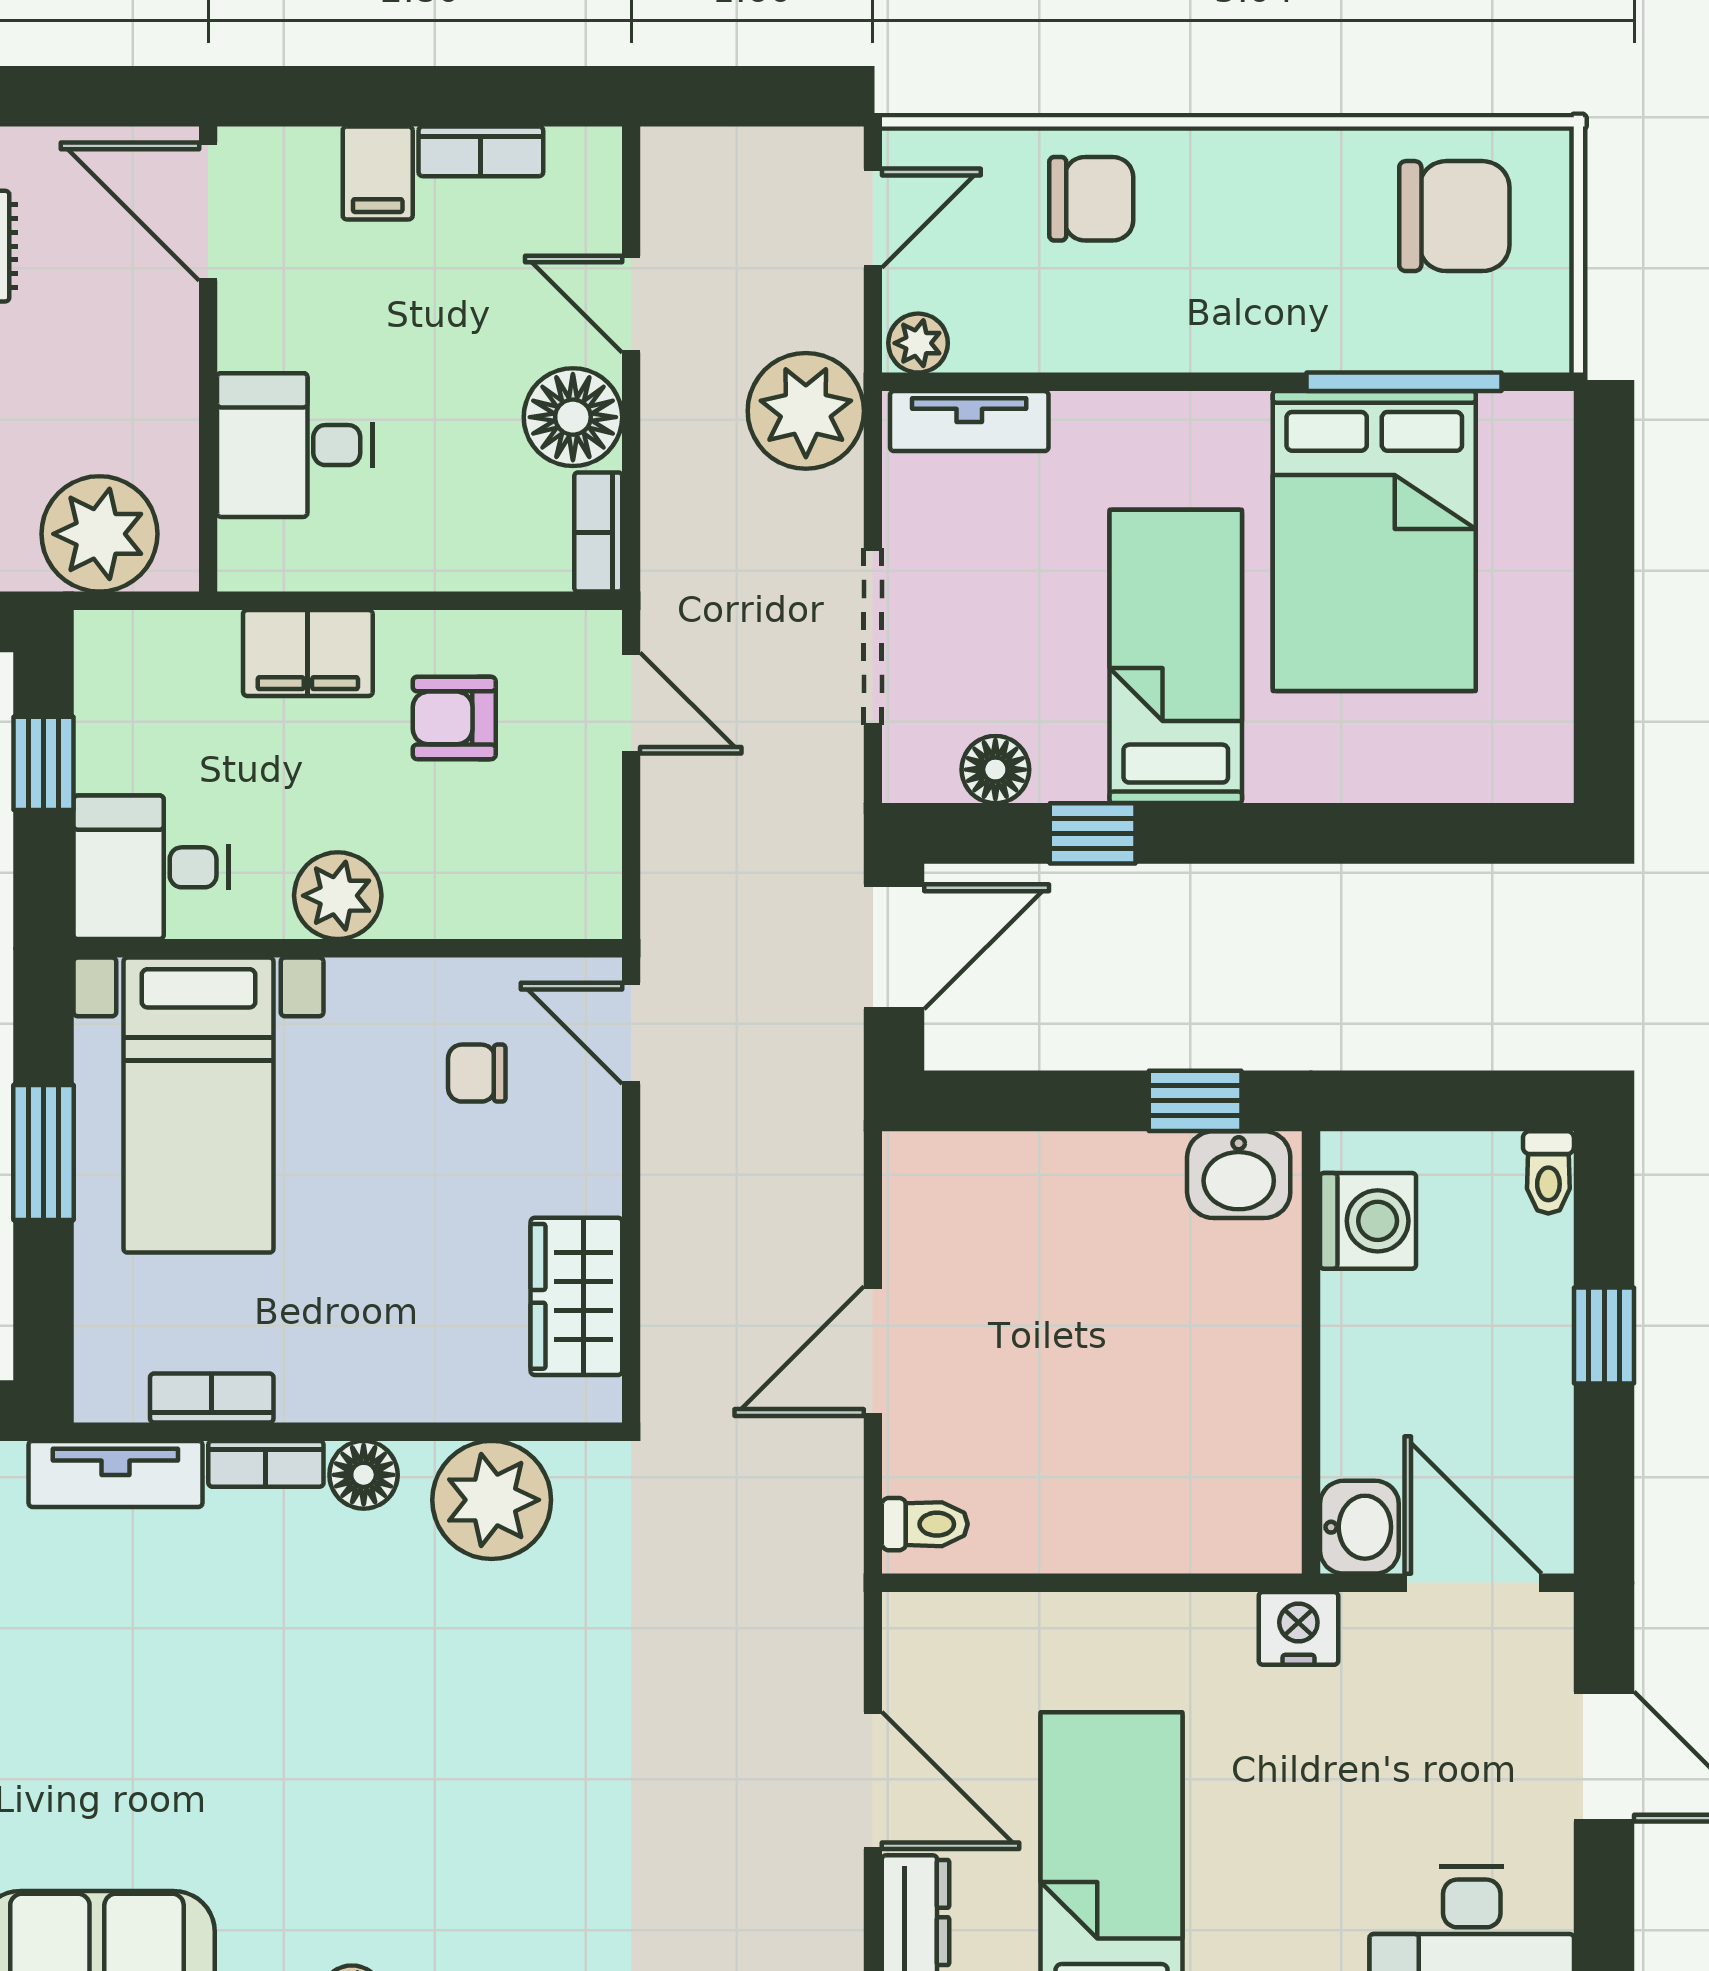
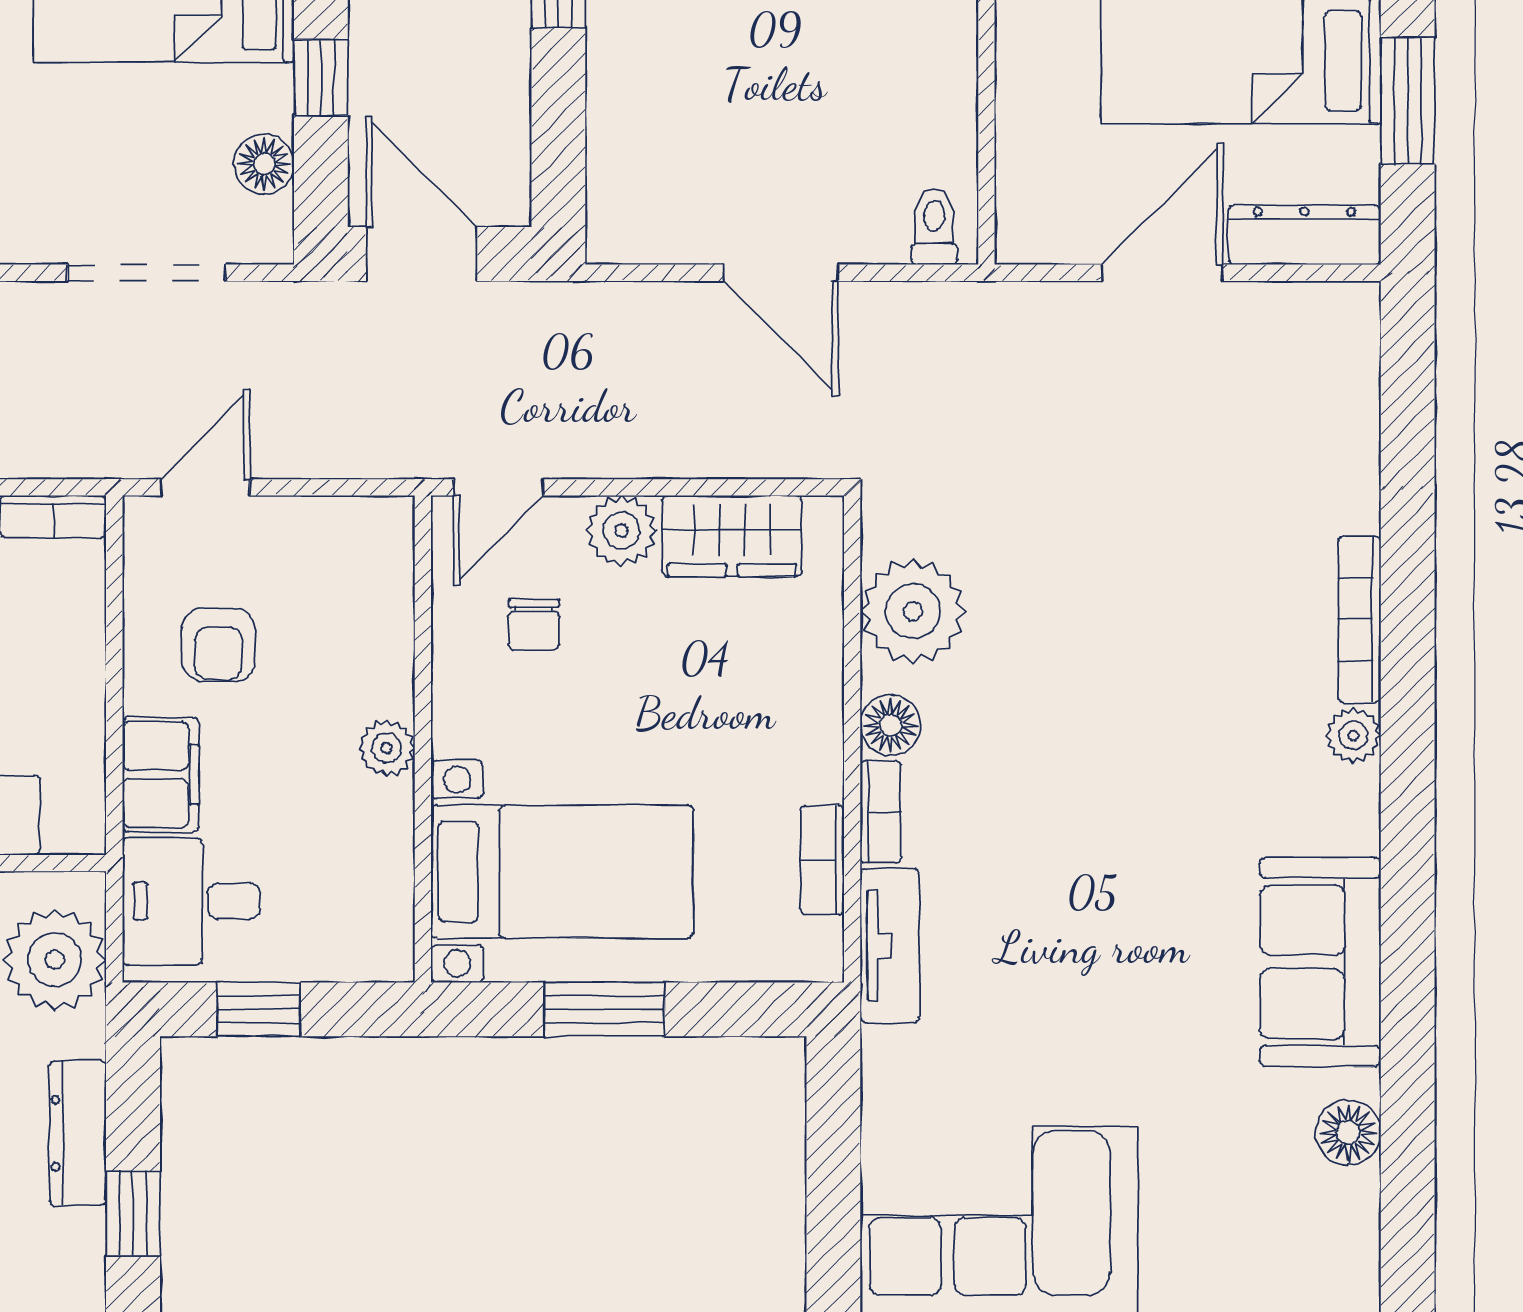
desk: (151, 867) -> (191, 901), moved, turned 90
plant: (338, 896) -> (387, 748), width x0.73, depth x0.73
plant: (582, 1172) -> (621, 531), added

